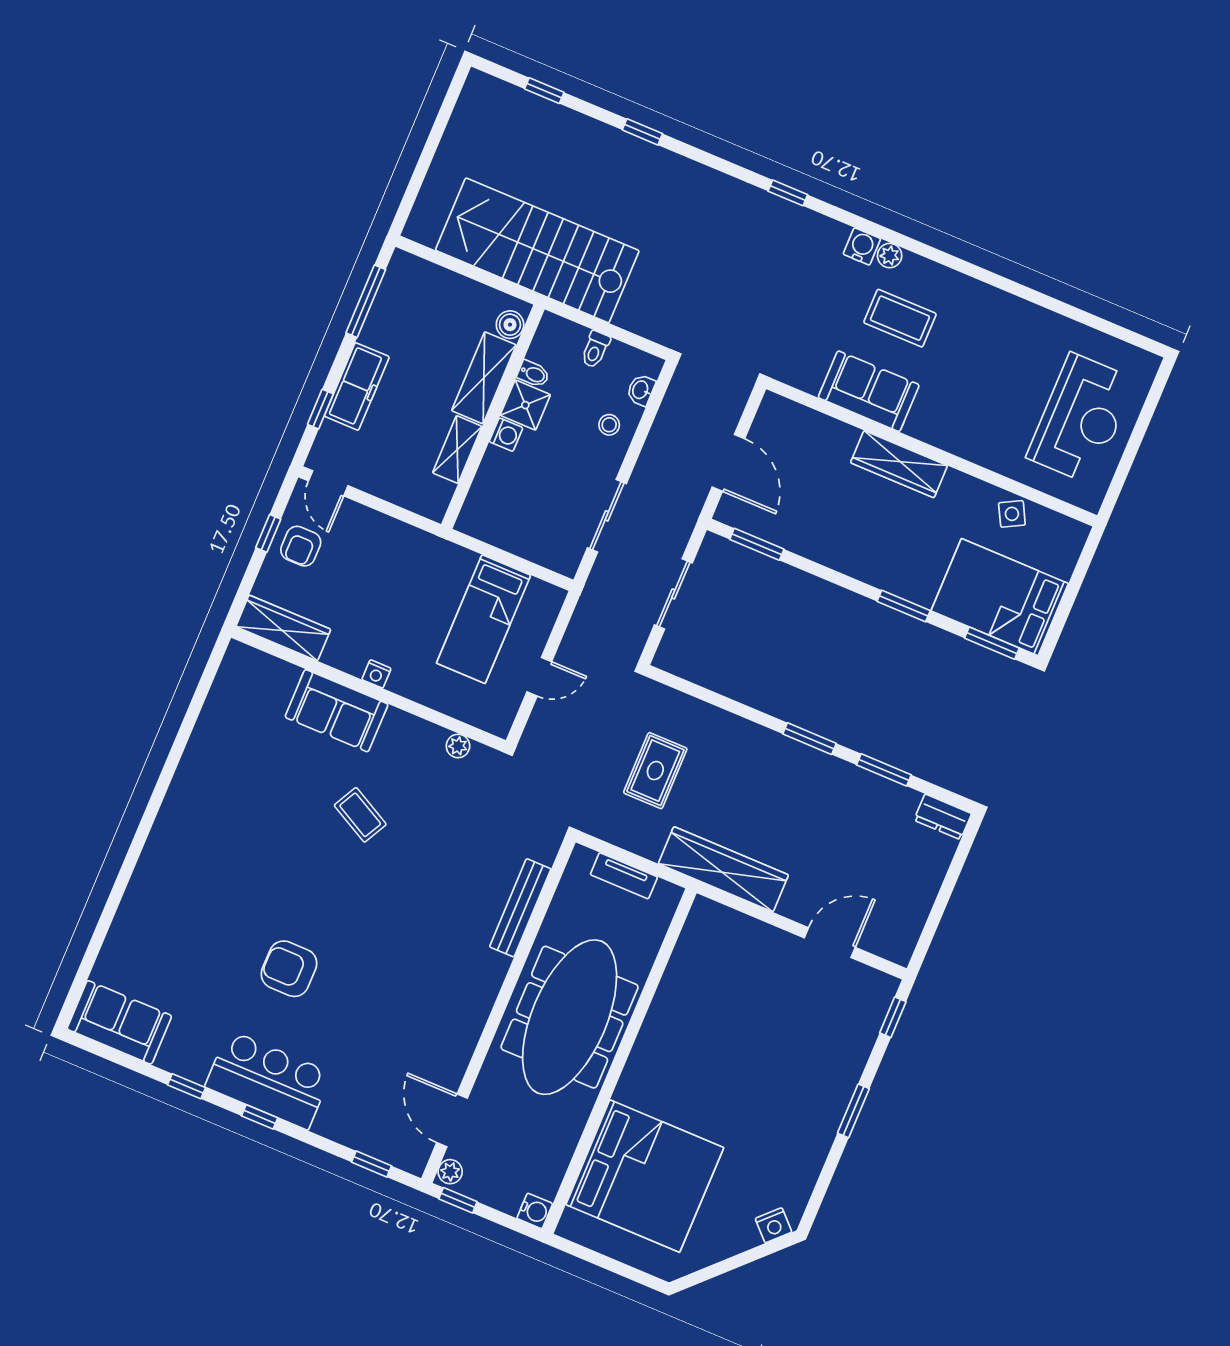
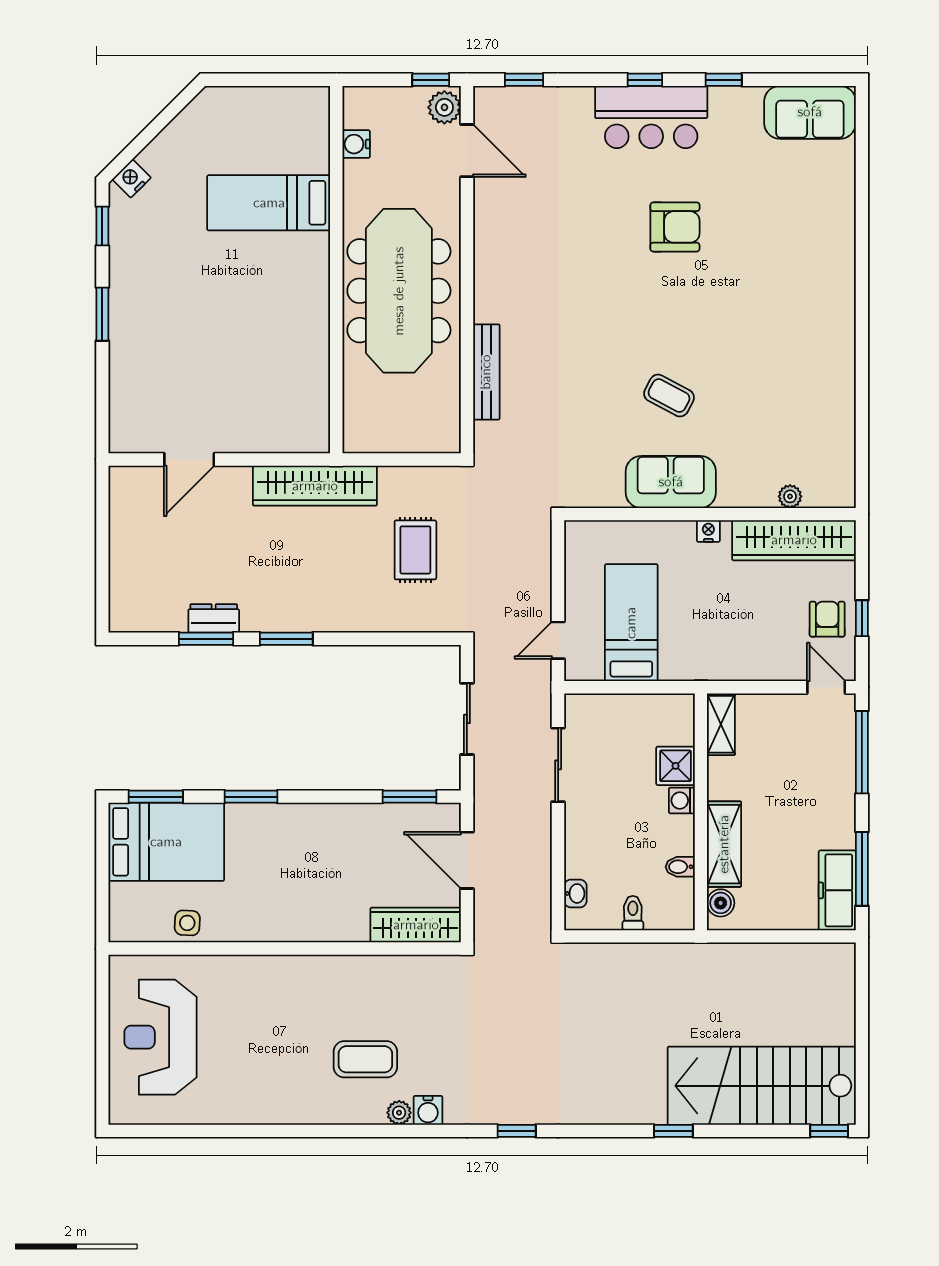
window: (544, 91) -> (829, 1131), moved
stairs: (537, 250) -> (762, 1086), moved, turned 180
freezer: (357, 386) -> (837, 890), moved
sofa: (869, 391) -> (366, 980), removed
shower: (525, 405) -> (676, 766), moved
window: (320, 409) -> (862, 752), width x2.17
stool: (609, 425) -> (591, 849), removed
shelving: (457, 450) -> (721, 724), moved
wardrobe: (899, 464) -> (416, 925), moved
side table: (1012, 514) -> (187, 923), turned 31
wardrobe: (283, 628) -> (794, 540), width x1.40, depth x1.17
door: (539, 677) -> (558, 640), moved
sofa: (337, 711) -> (671, 482), moved
plant: (458, 746) -> (790, 496), moved
dresser: (943, 817) -> (214, 618), moved
tv unit: (624, 876) -> (404, 441), removed
window: (893, 1017) -> (102, 226), moved
plant: (450, 1172) -> (444, 107), width x1.38, depth x1.38
bed: (645, 1176) -> (269, 203), width x0.49
water cooler: (535, 1211) -> (356, 144), moved

